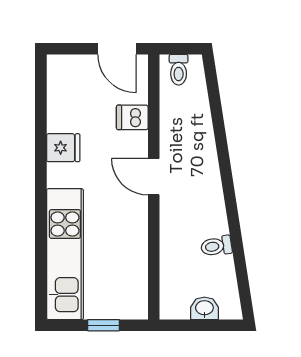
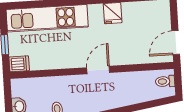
dishwasher: (132, 117) -> (19, 64), moved, turned 90

